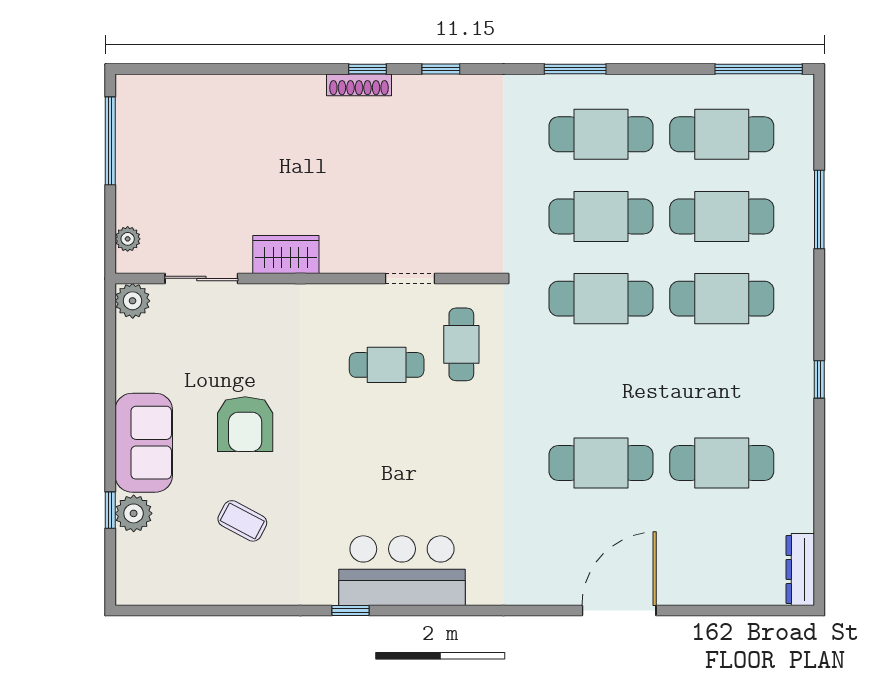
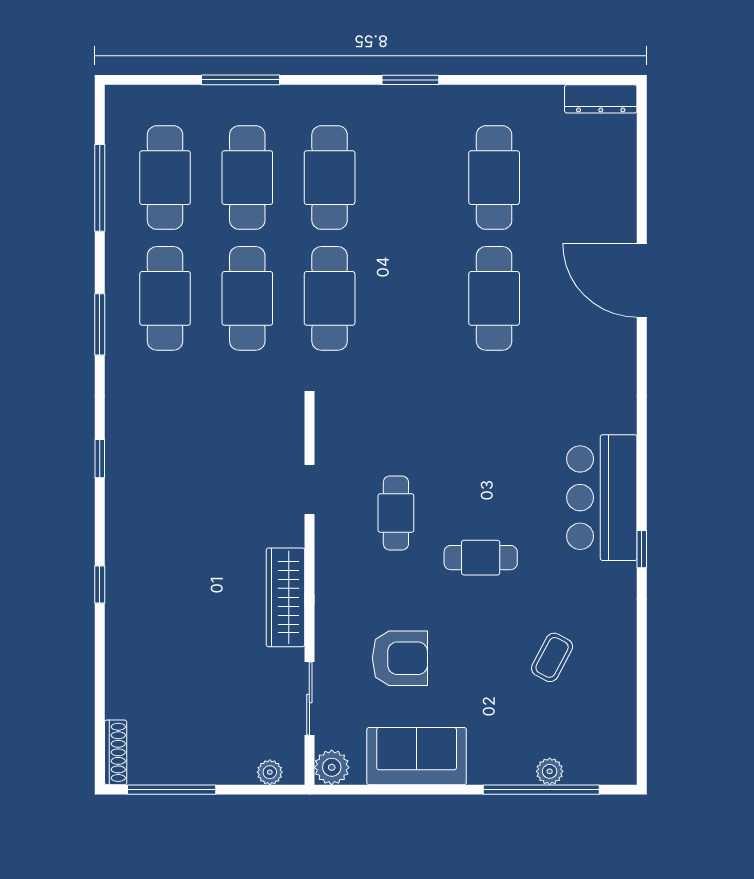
window: (368, 69) -> (100, 584), moved
window: (759, 69) -> (100, 188), moved
shoe rack: (359, 85) -> (116, 752), moved
wardrobe: (286, 255) -> (285, 597), width x1.50
cafe table: (461, 344) -> (481, 558), moved
window: (819, 379) -> (410, 80), width x1.50
armchair: (245, 424) -> (400, 658), moved
sofa: (144, 443) -> (417, 756), moved
window: (110, 510) -> (541, 790), width x3.17
plant: (134, 513) -> (550, 771), width x0.73, depth x0.73

